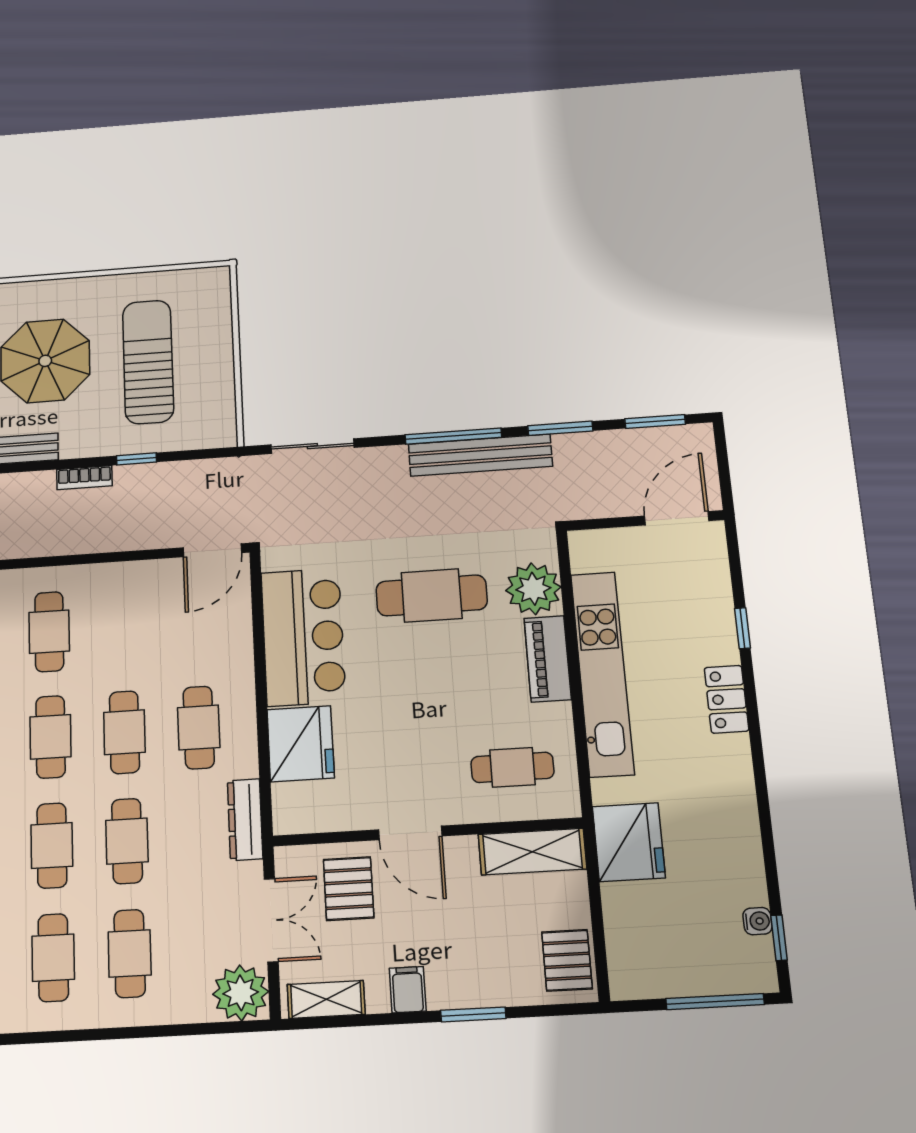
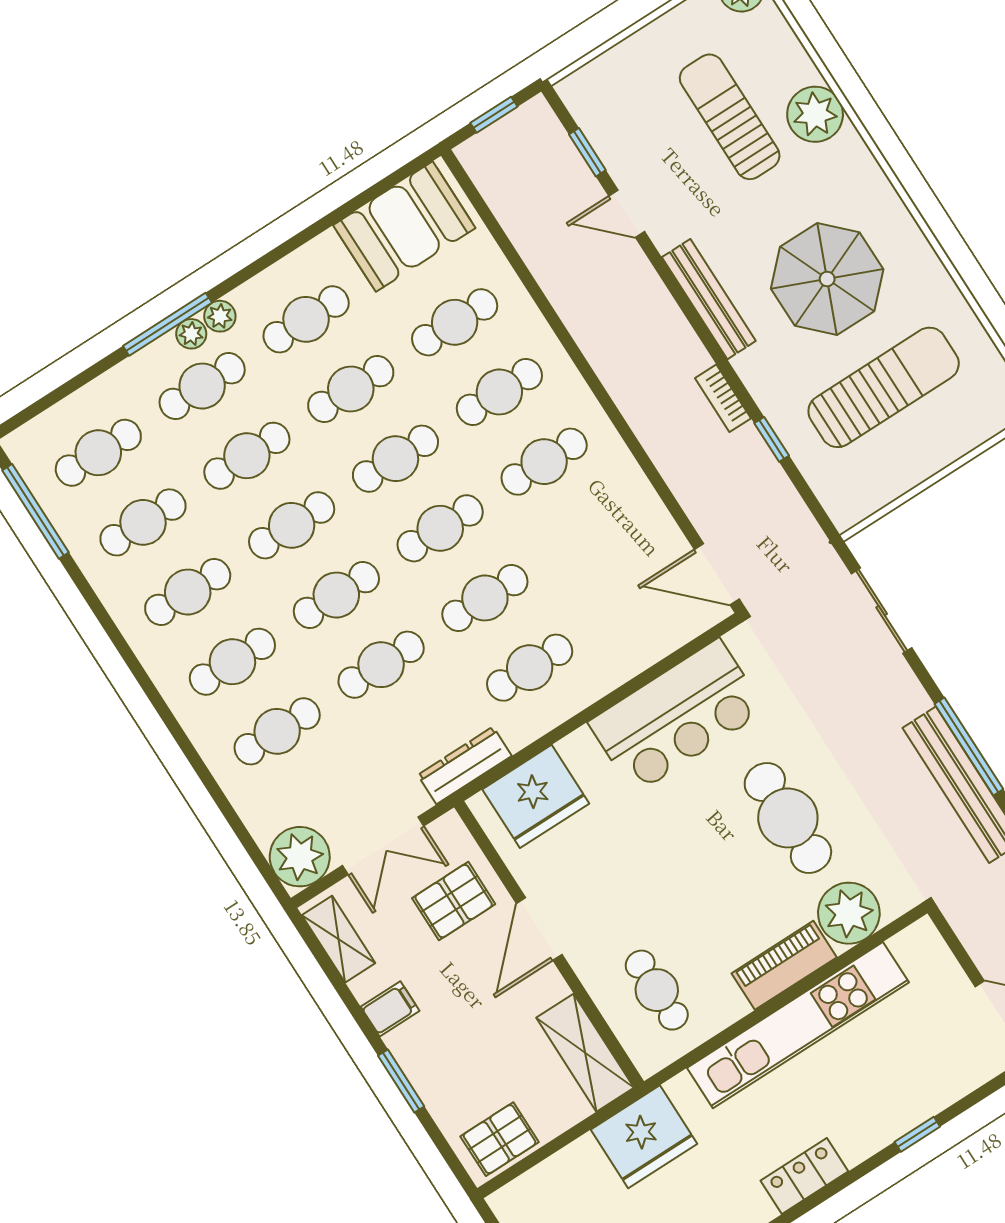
locker: (726, 699) -> (804, 1176), moved
fridge: (301, 744) -> (536, 796), moved

